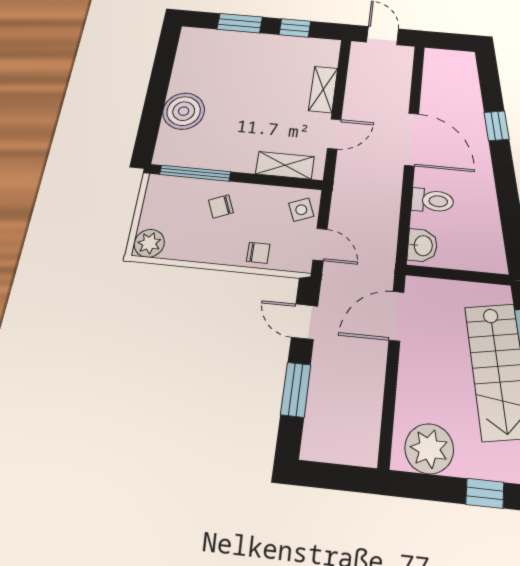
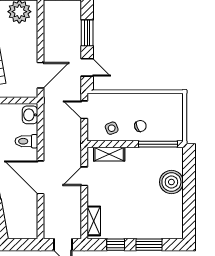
shelving: (323, 89) -> (94, 221), moved
side table: (301, 210) -> (112, 128), moved
plant: (149, 243) -> (175, 101), removed
chair: (258, 253) -> (116, 102), removed

